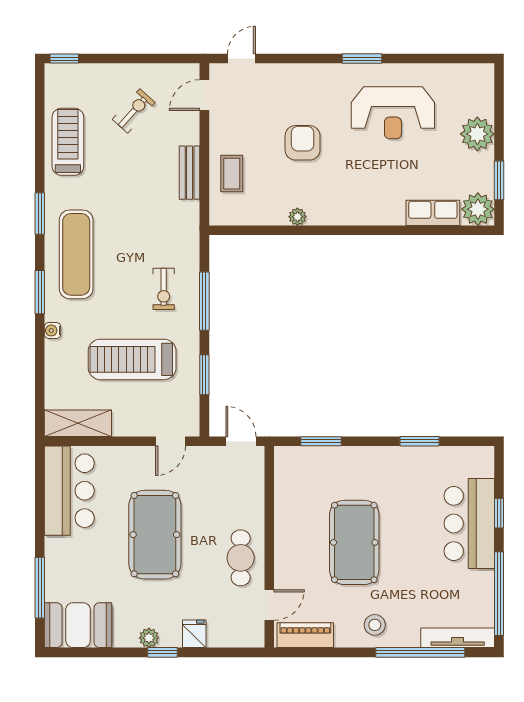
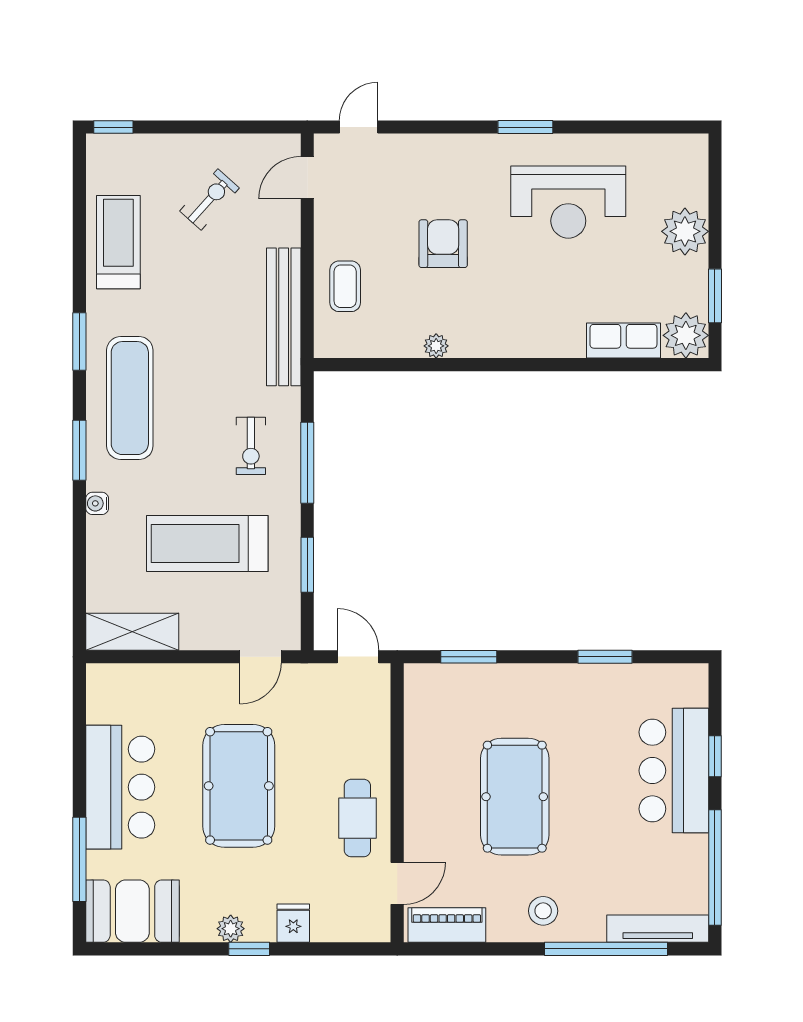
bench: (190, 173) -> (284, 317), width x1.86, depth x1.21
bar counter: (69, 491) -> (120, 787), moved

